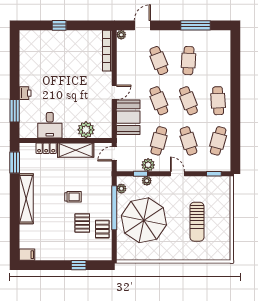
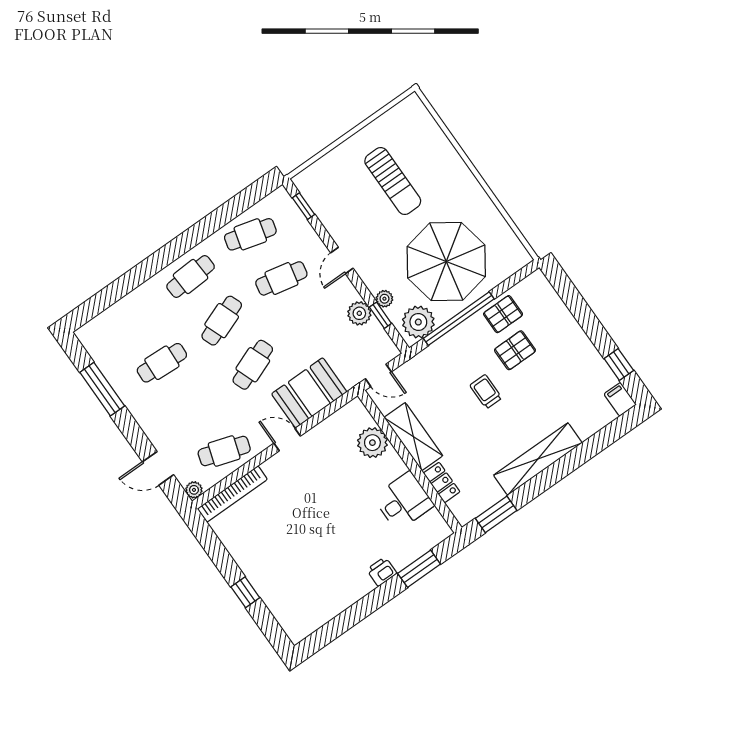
cafe table: (159, 61) -> (224, 451), moved, turned 39
cafe table: (159, 141) -> (313, 323), removed
cafe table: (188, 141) -> (281, 278), turned 30
plant: (121, 189) -> (418, 322), width x1.87, depth x1.87
sun lounger: (197, 222) -> (393, 181), turned 90
window: (79, 265) -> (619, 365), moved

